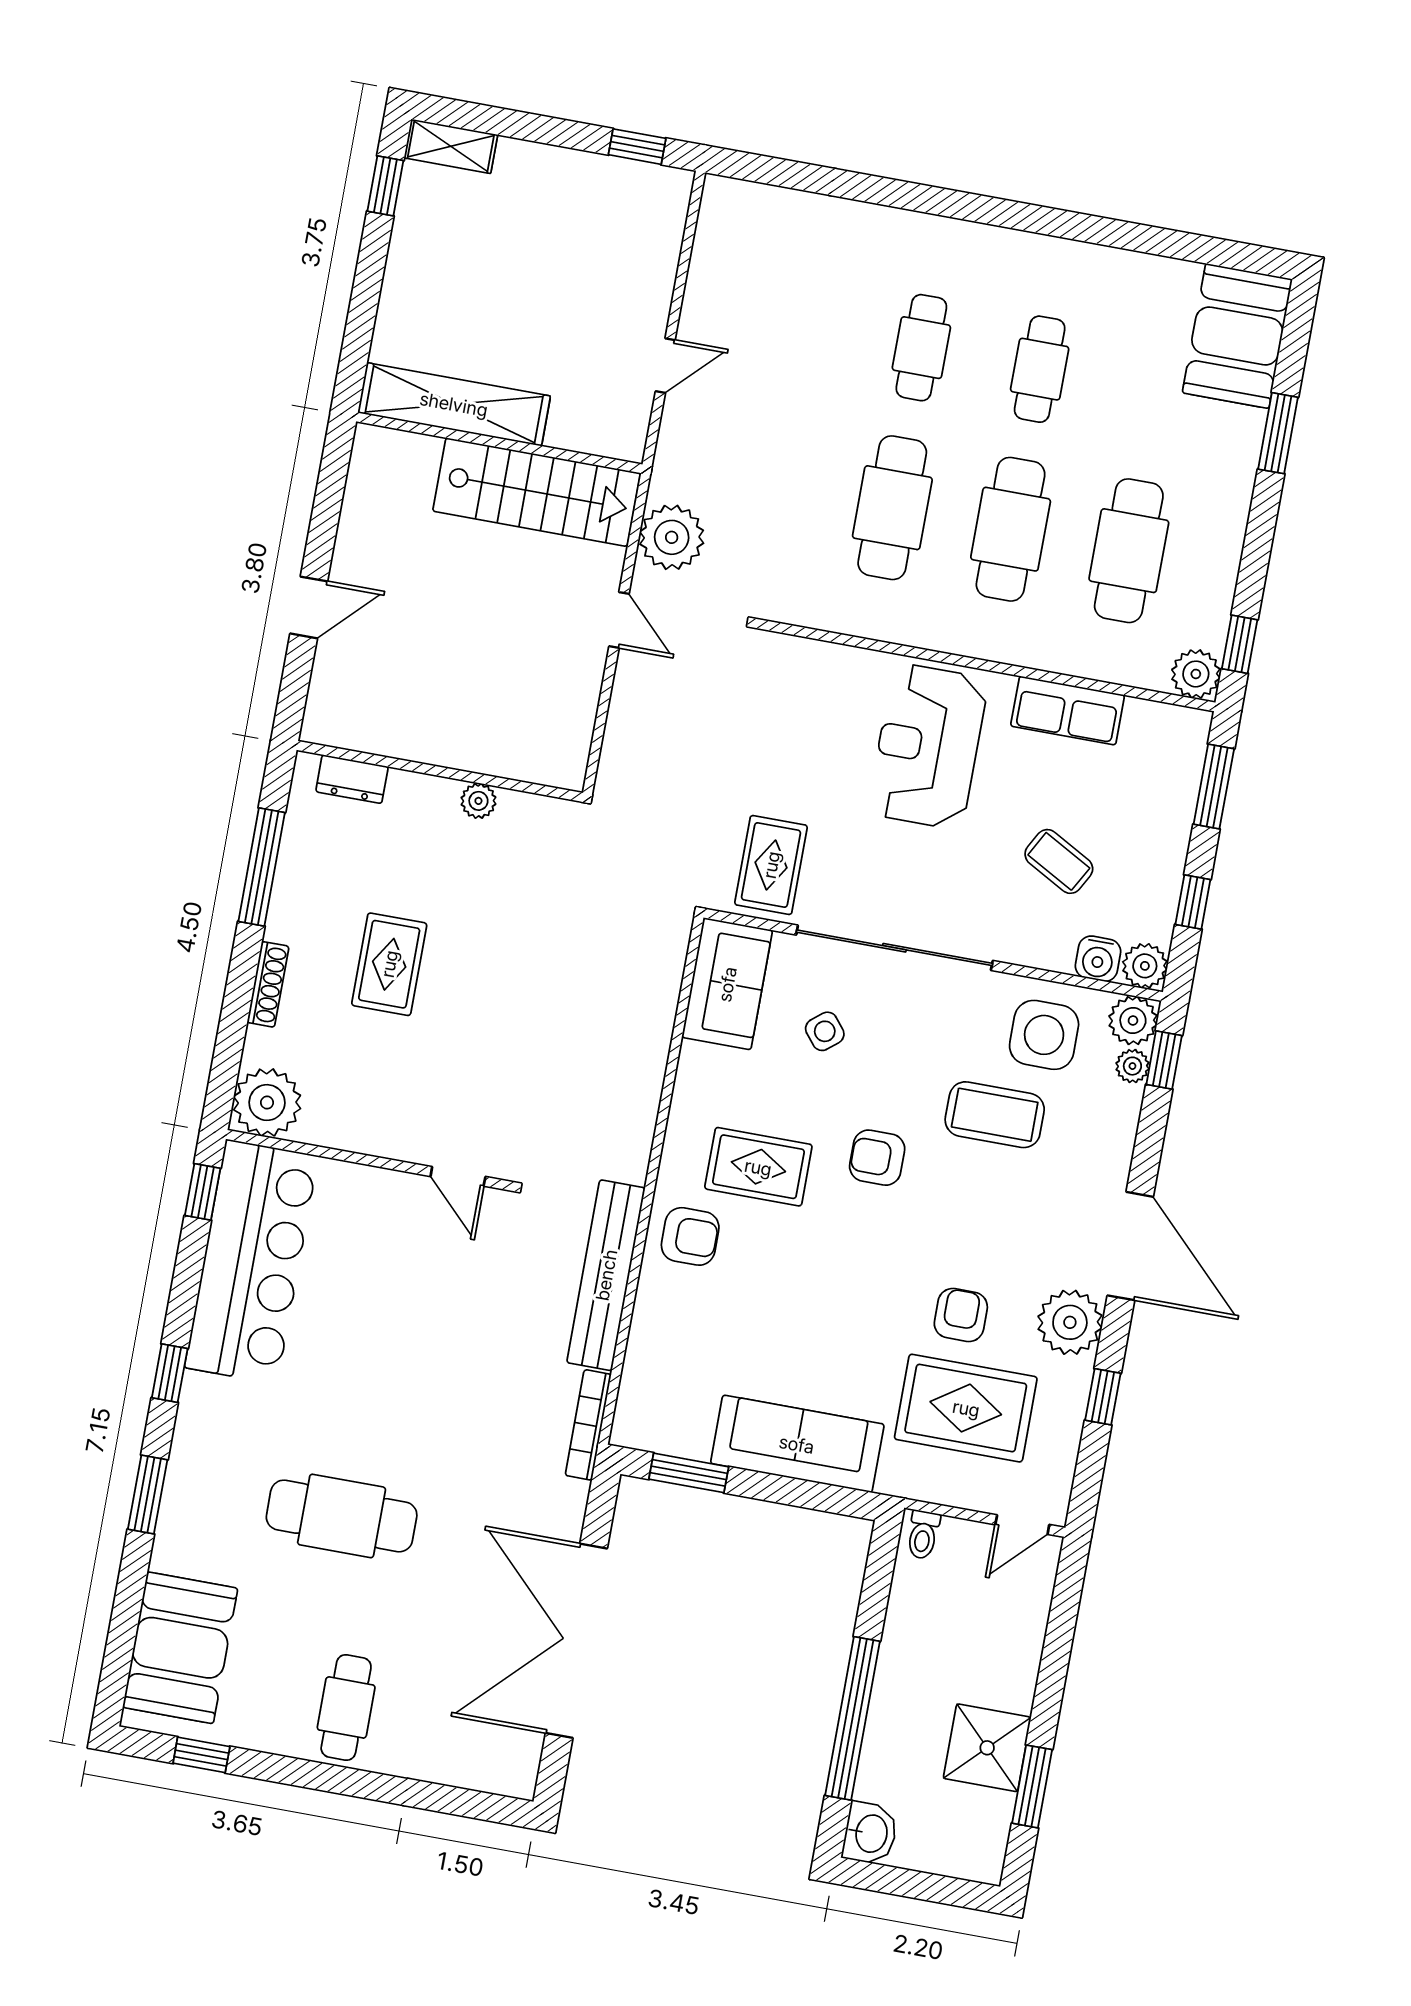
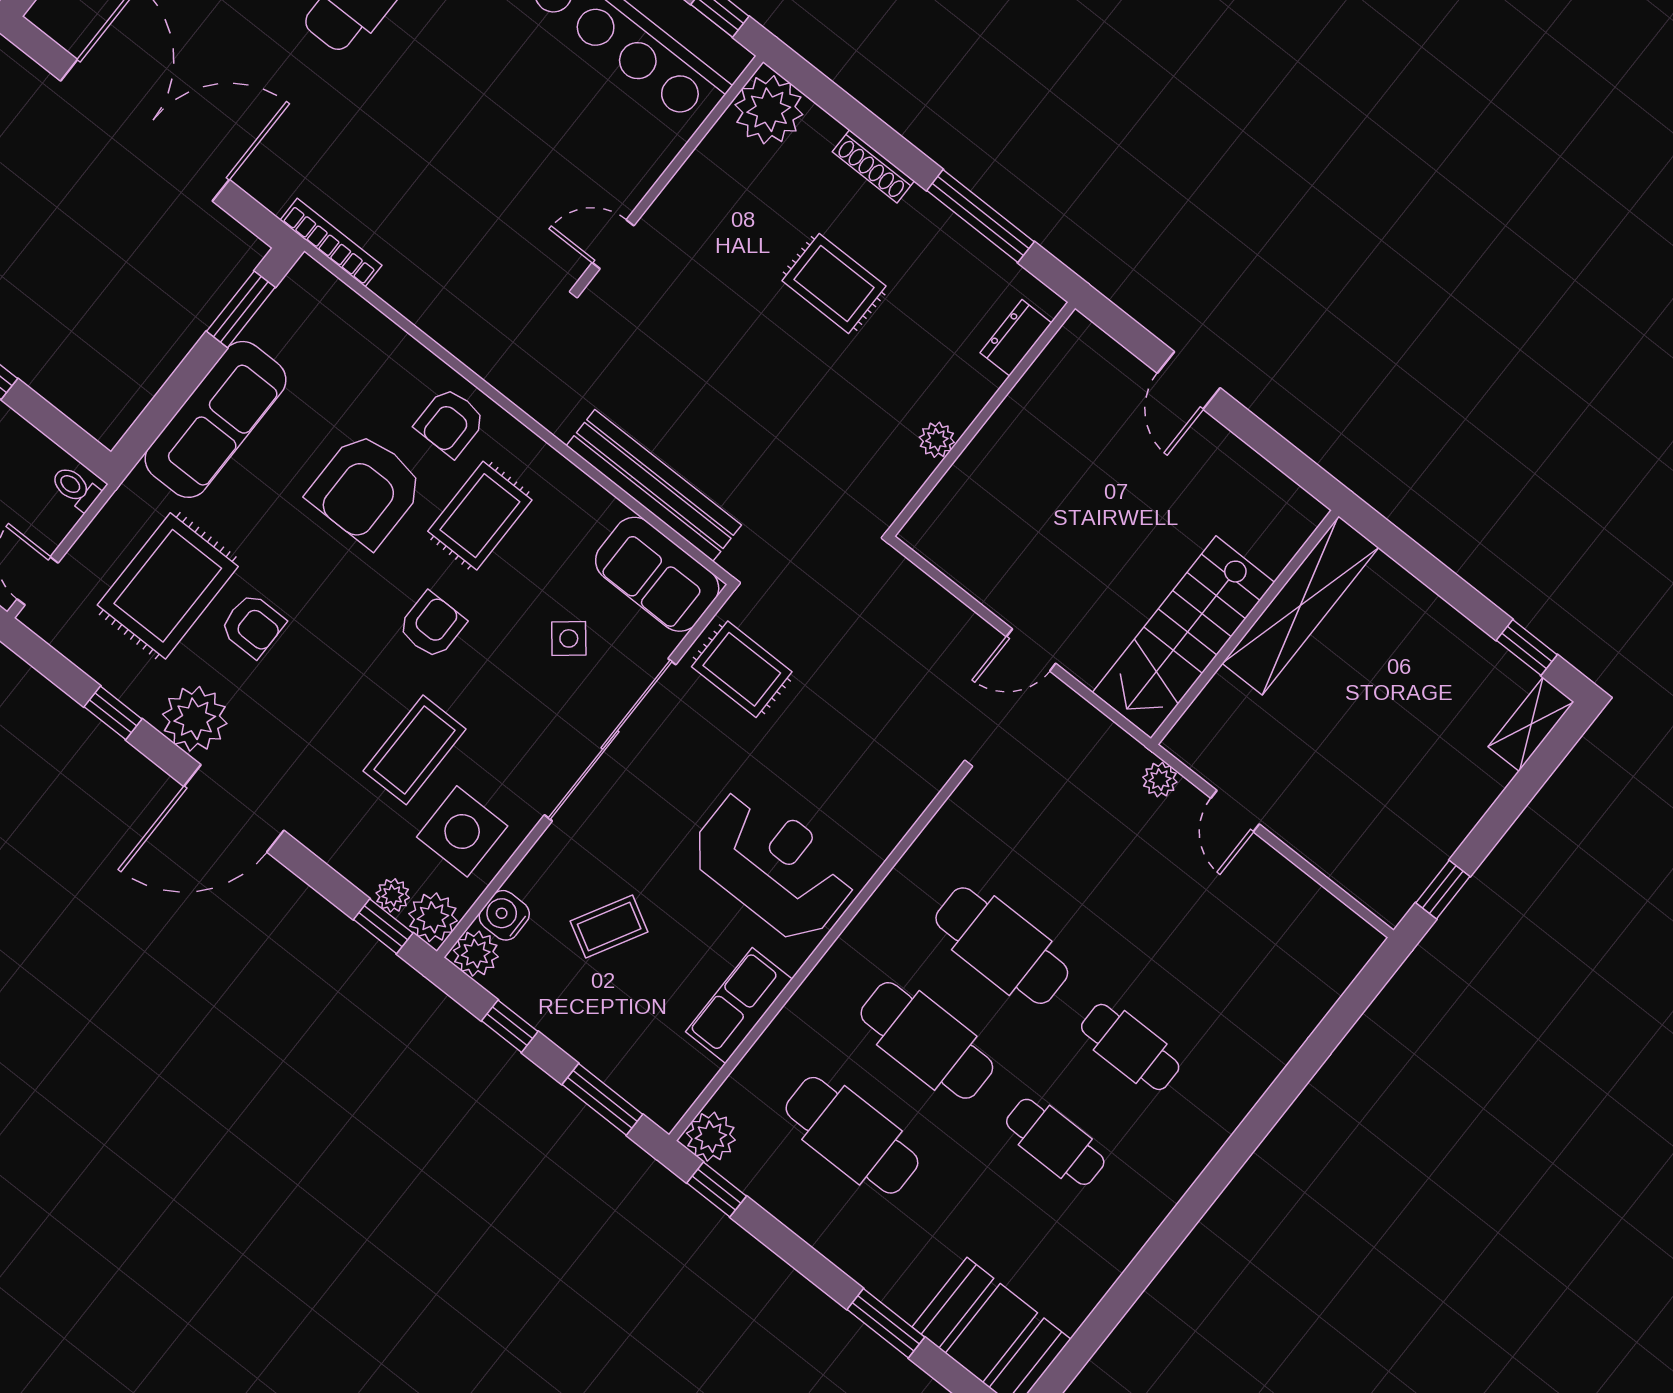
plant: (672, 537) -> (1160, 780), moved, width x0.53, depth x0.53
bench: (606, 1275) -> (654, 486), moved
armchair: (788, 1279) -> (366, 489), added

